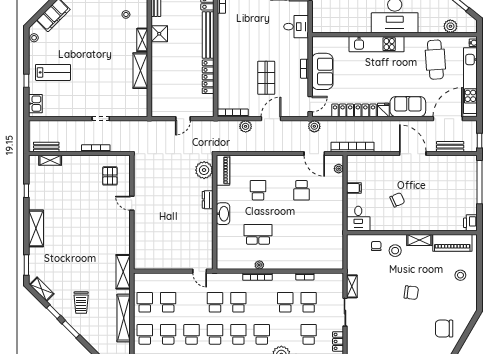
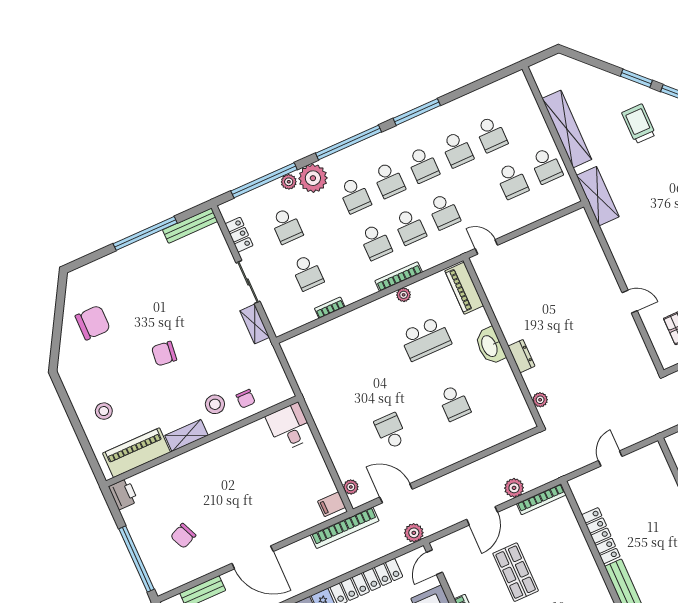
plant: (204, 170) -> (540, 400), width x0.53, depth x0.53
piano: (223, 170) -> (464, 288), moved
filing cabinet: (354, 188) -> (332, 504), moved
chair: (397, 200) -> (183, 536), moved
school desk: (285, 302) -> (376, 242), moved
school desk: (145, 334) -> (525, 119), removed

